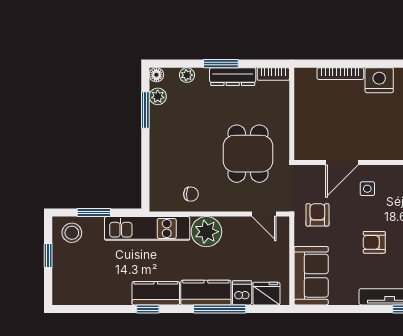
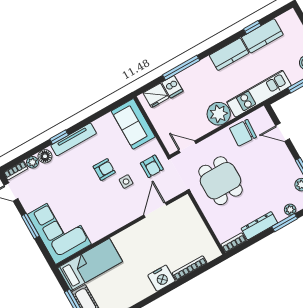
window: (221, 64) -> (285, 223), moved
door: (145, 169) -> (282, 132), added
side table: (367, 189) -> (126, 182), moved
chair: (191, 194) -> (243, 133), width x1.87, depth x1.87
kitchen counter: (206, 293) -> (262, 36), moved
window: (148, 309) -> (252, 27), moved

